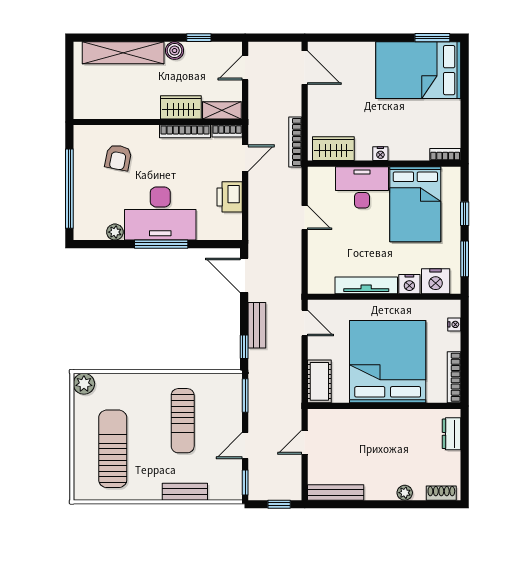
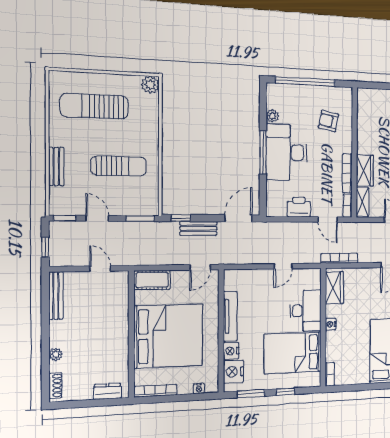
sun lounger: (183, 421) -> (119, 166), turned 180
sun lounger: (113, 449) -> (94, 106), turned 180

